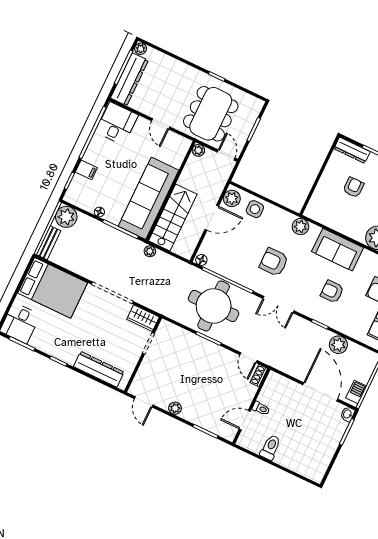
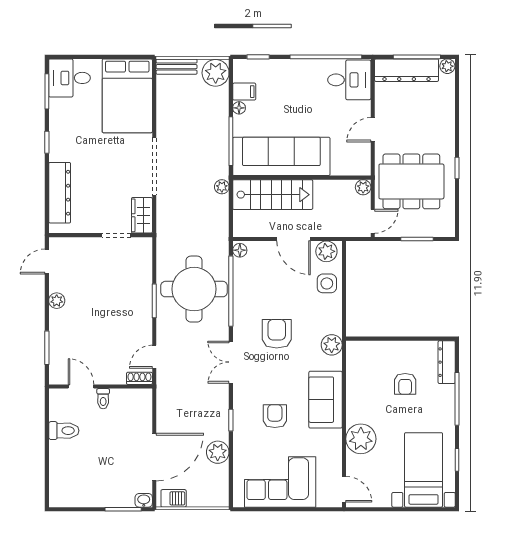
filing cabinet: (86, 170) -> (244, 92), moved, turned -90
armchair: (353, 187) -> (405, 384), turned 90

